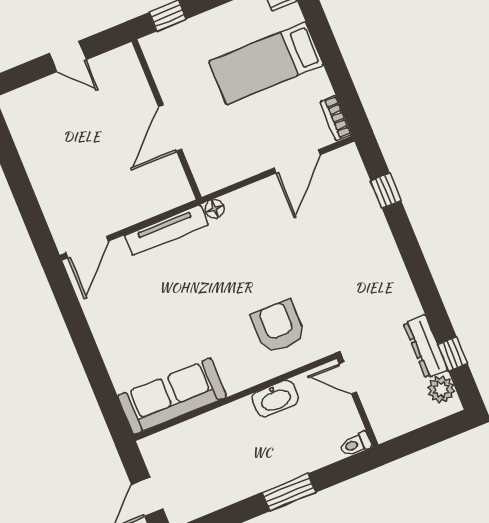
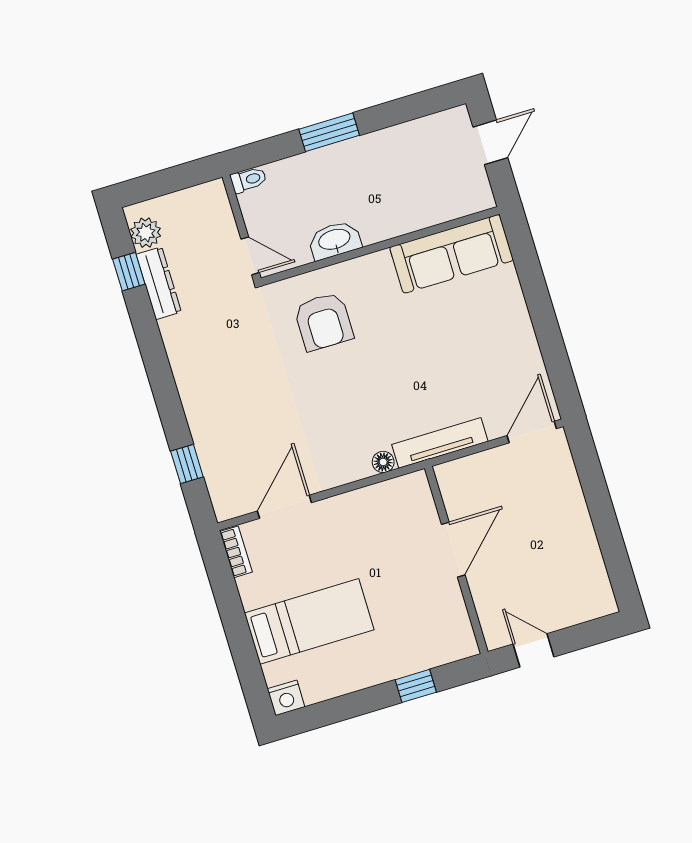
wall: (167, 119) -> (456, 560), moved
door: (170, 128) -> (453, 550), moved

